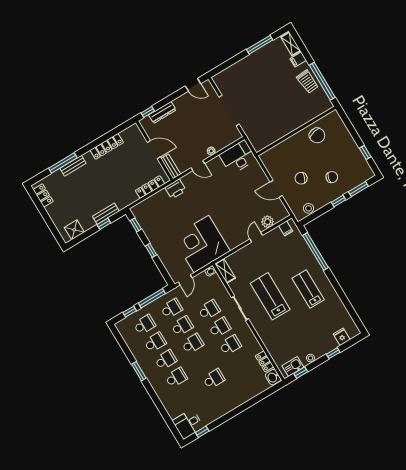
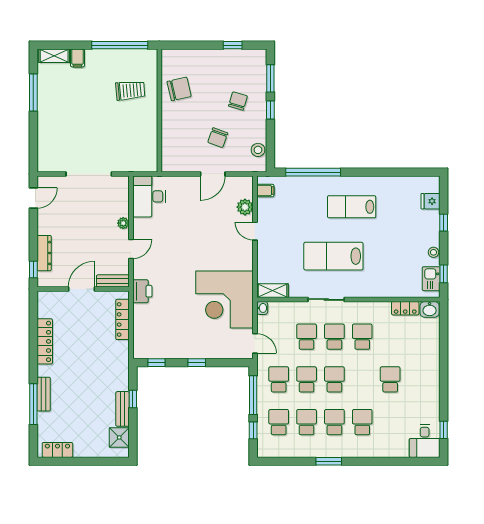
trolley: (307, 81) -> (130, 90), moved
bench: (106, 214) -> (123, 409), moved

